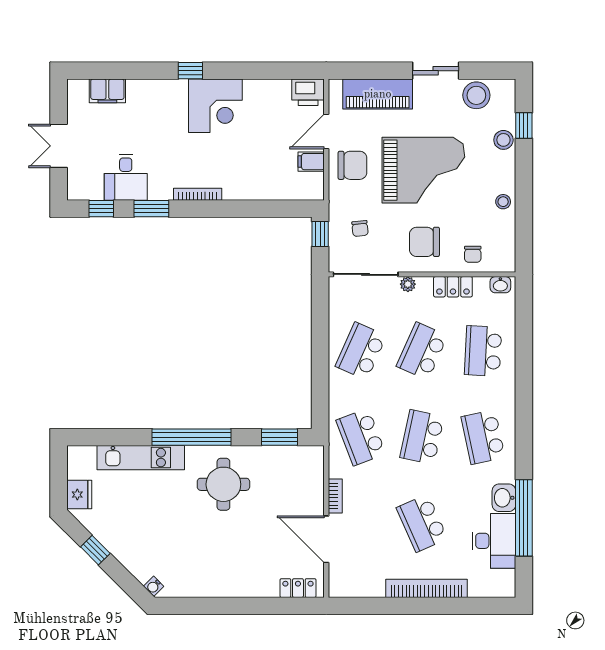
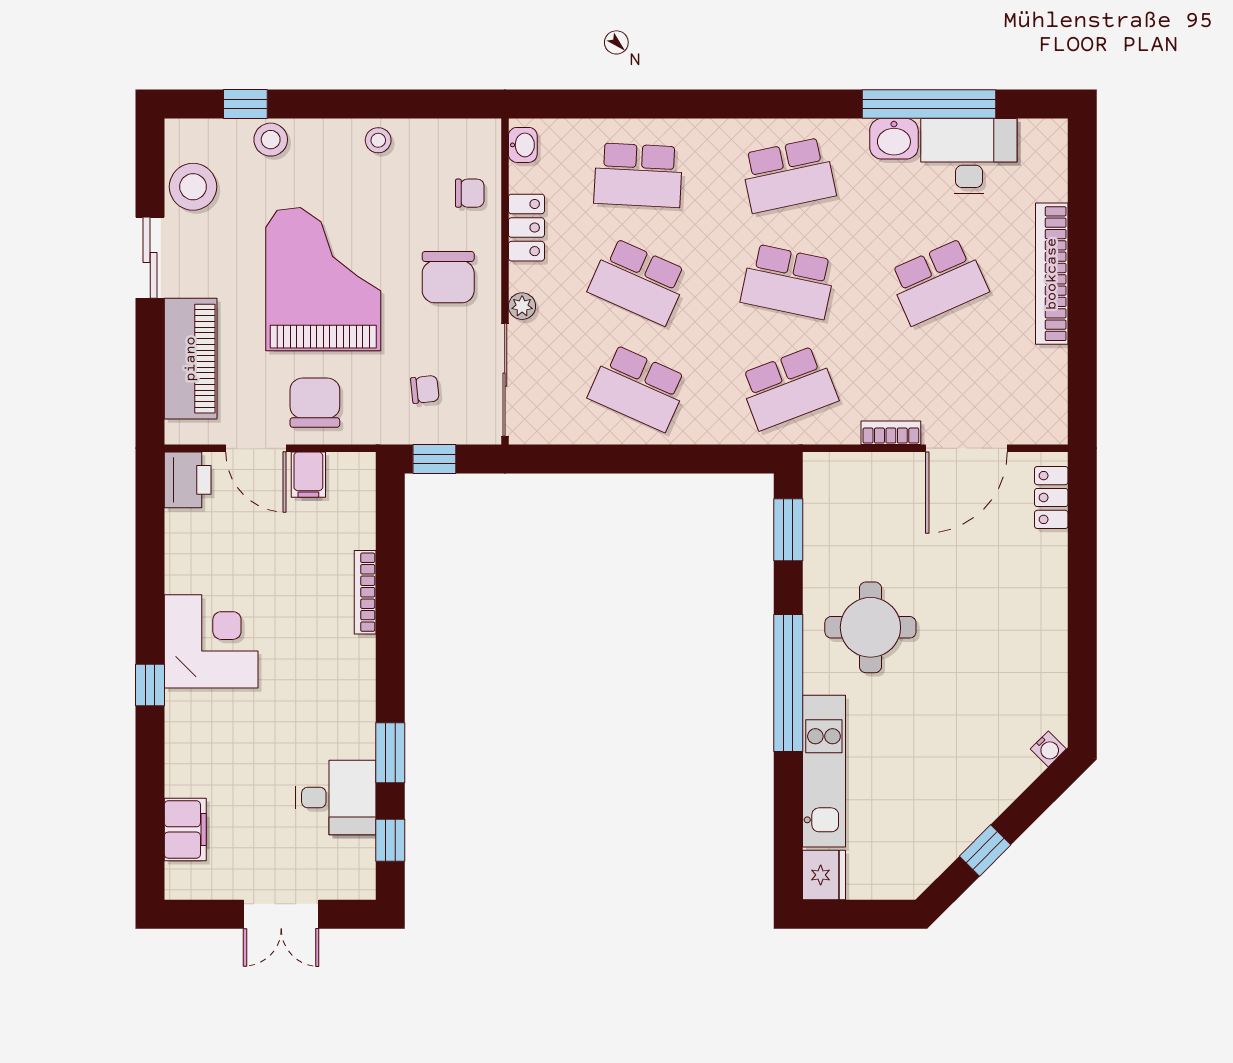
bookcase: (198, 194) -> (365, 592), moved
fridge: (79, 495) -> (824, 875), moved, turned 90

